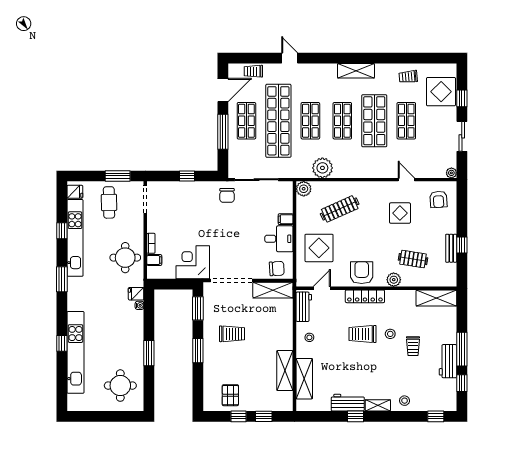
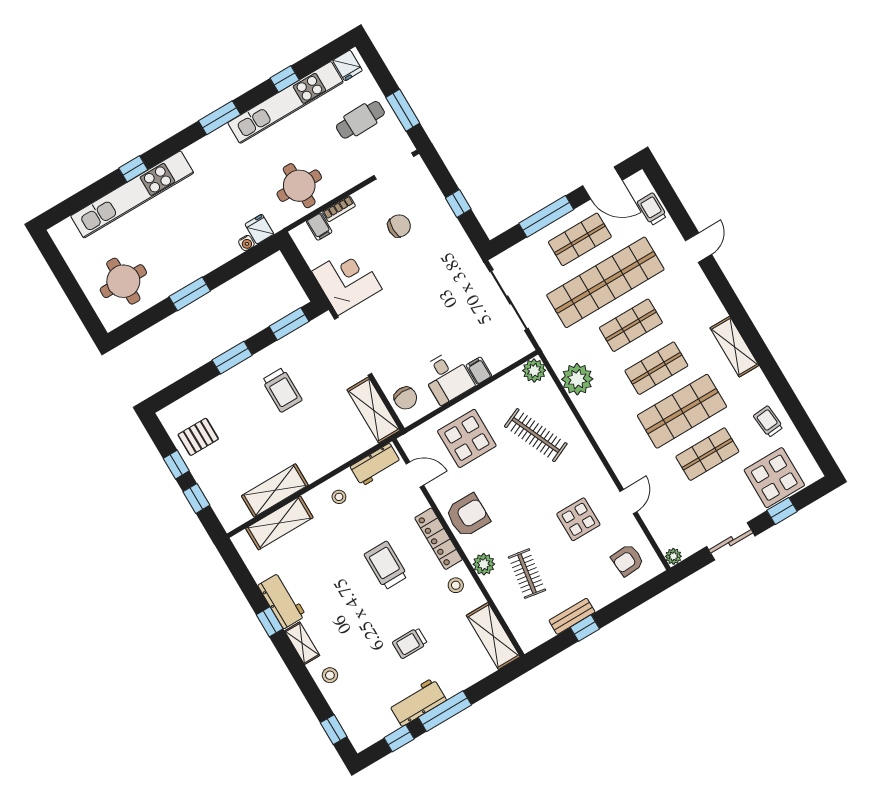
chair: (227, 195) -> (399, 226), moved, turned 180
stool: (390, 334) -> (456, 585), moved

